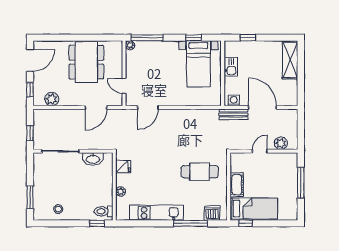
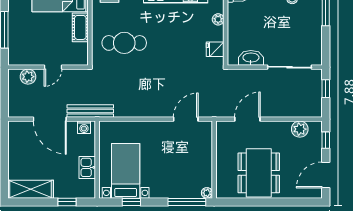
shelving: (290, 60) -> (31, 189), moved, turned 90
door: (124, 86) -> (214, 145), removed
bench: (233, 114) -> (90, 111), width x1.36

